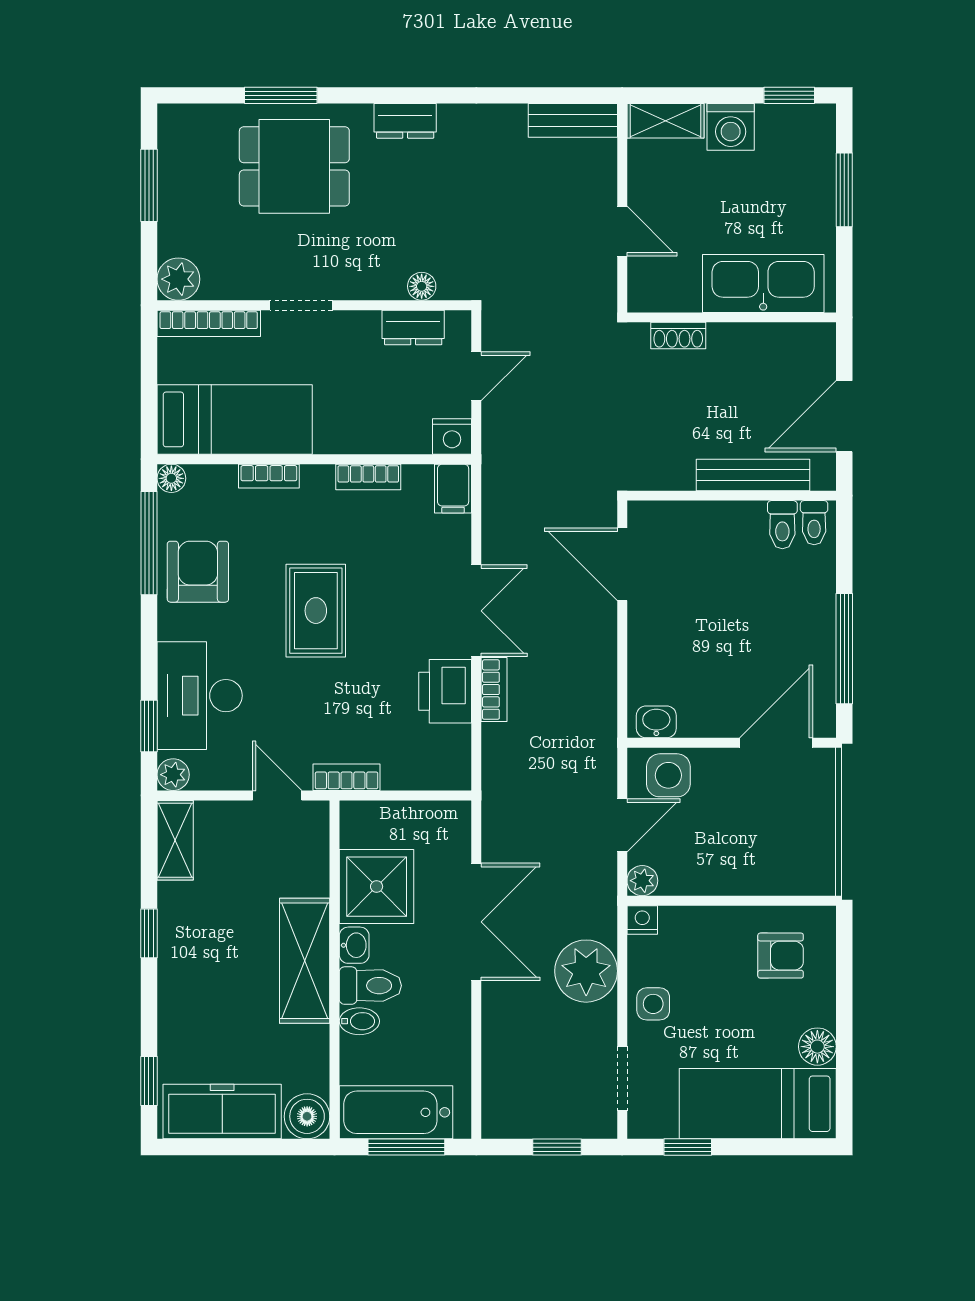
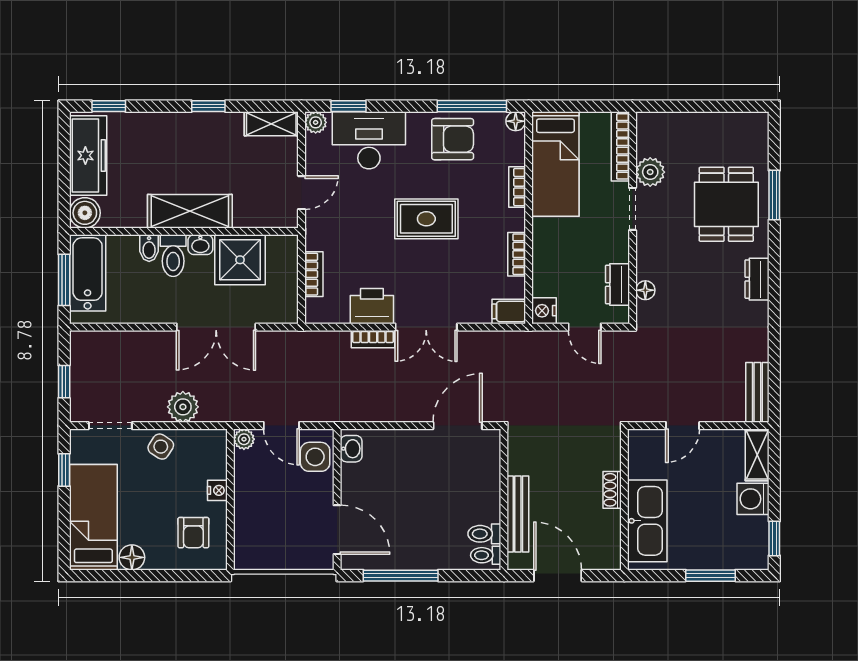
window: (149, 185) -> (713, 106), removed
plant: (178, 279) -> (650, 172), moved
shoe rack: (678, 336) -> (612, 490), moved
bookcase: (347, 777) -> (314, 274), moved
nightstand: (642, 920) -> (217, 490), moved
plant: (586, 971) -> (183, 407), width x0.73, depth x0.73
side table: (653, 1004) -> (161, 447), turned 33

